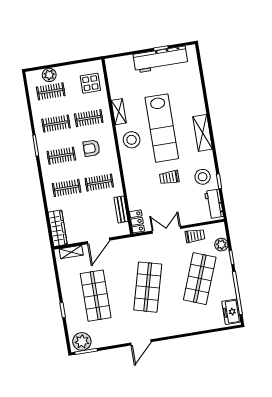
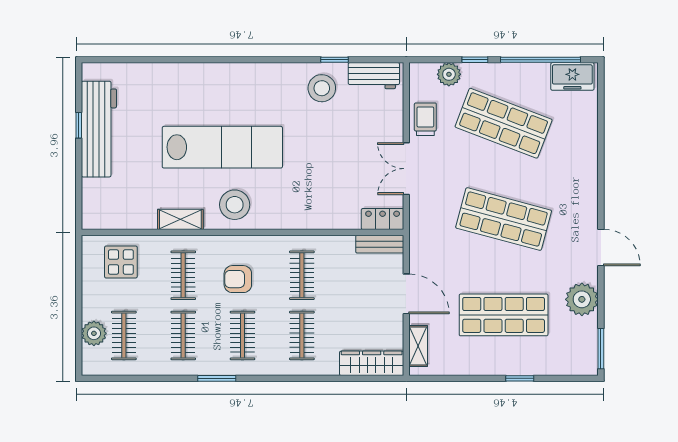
shelving: (203, 133) -> (243, 75), removed
armchair: (91, 148) -> (238, 279), turned 90
trolley: (169, 177) -> (313, 148), removed
bench: (121, 209) -> (380, 244), moved
plant: (82, 341) -> (582, 299), moved

